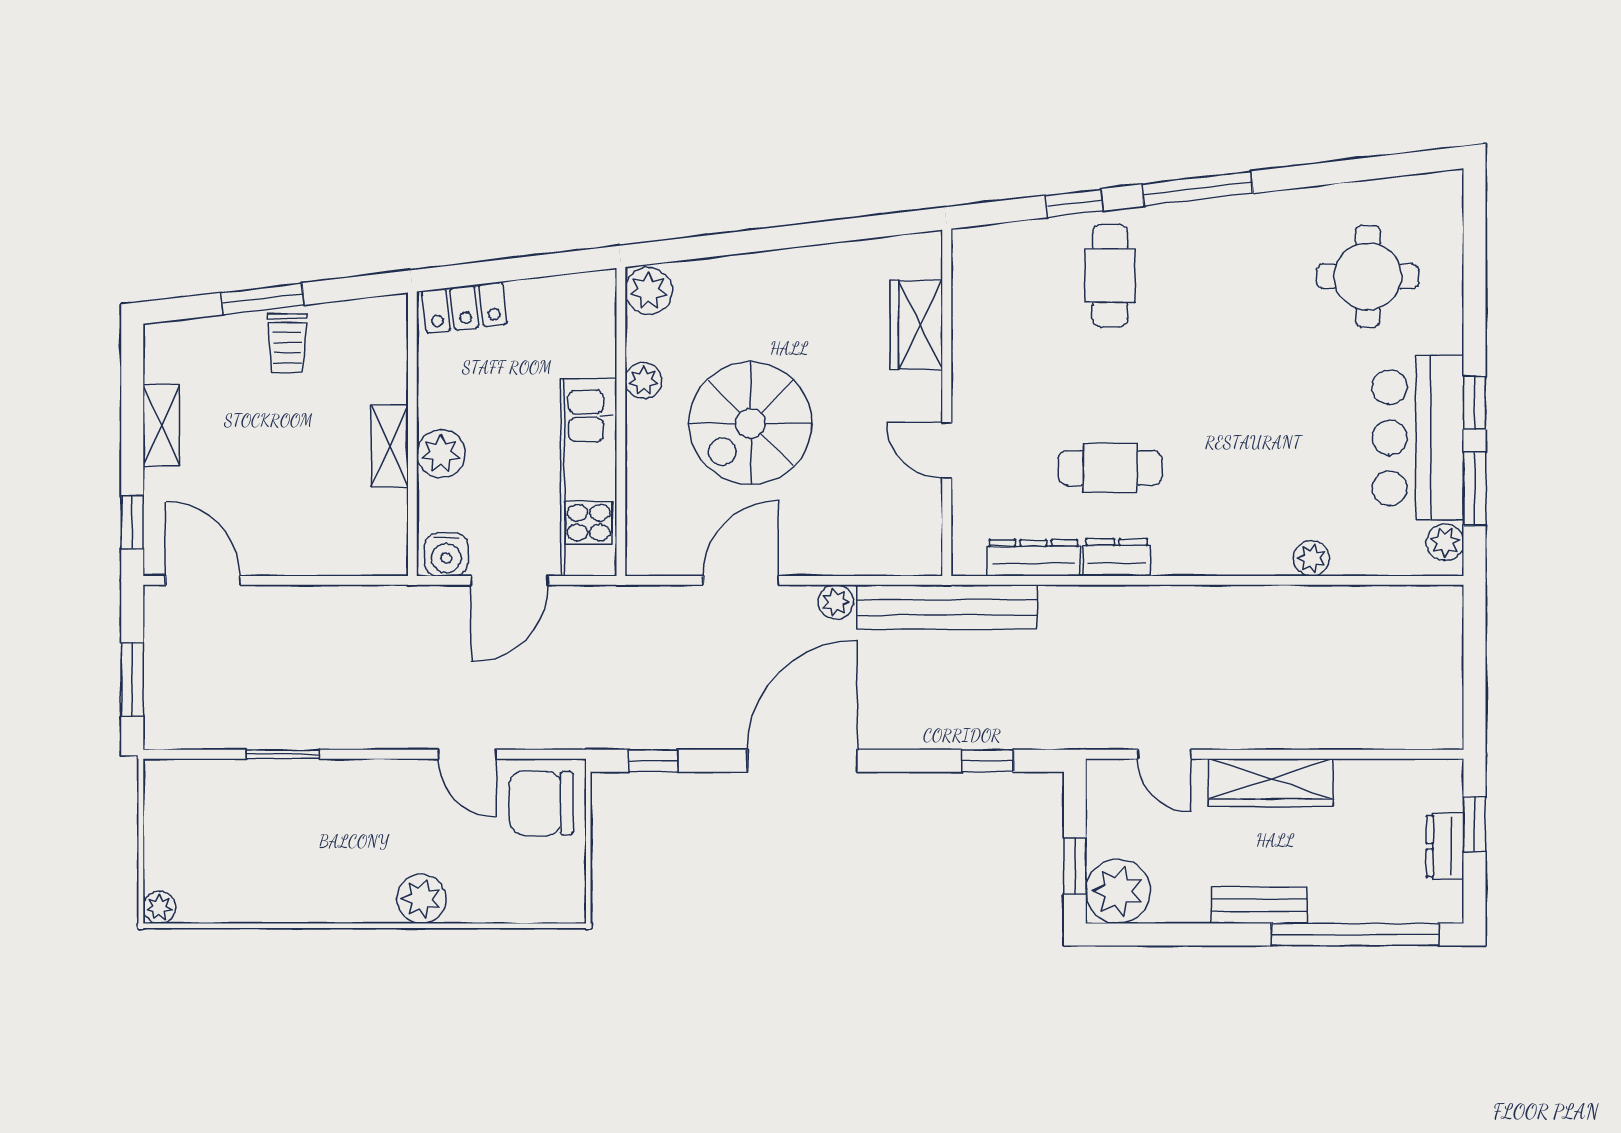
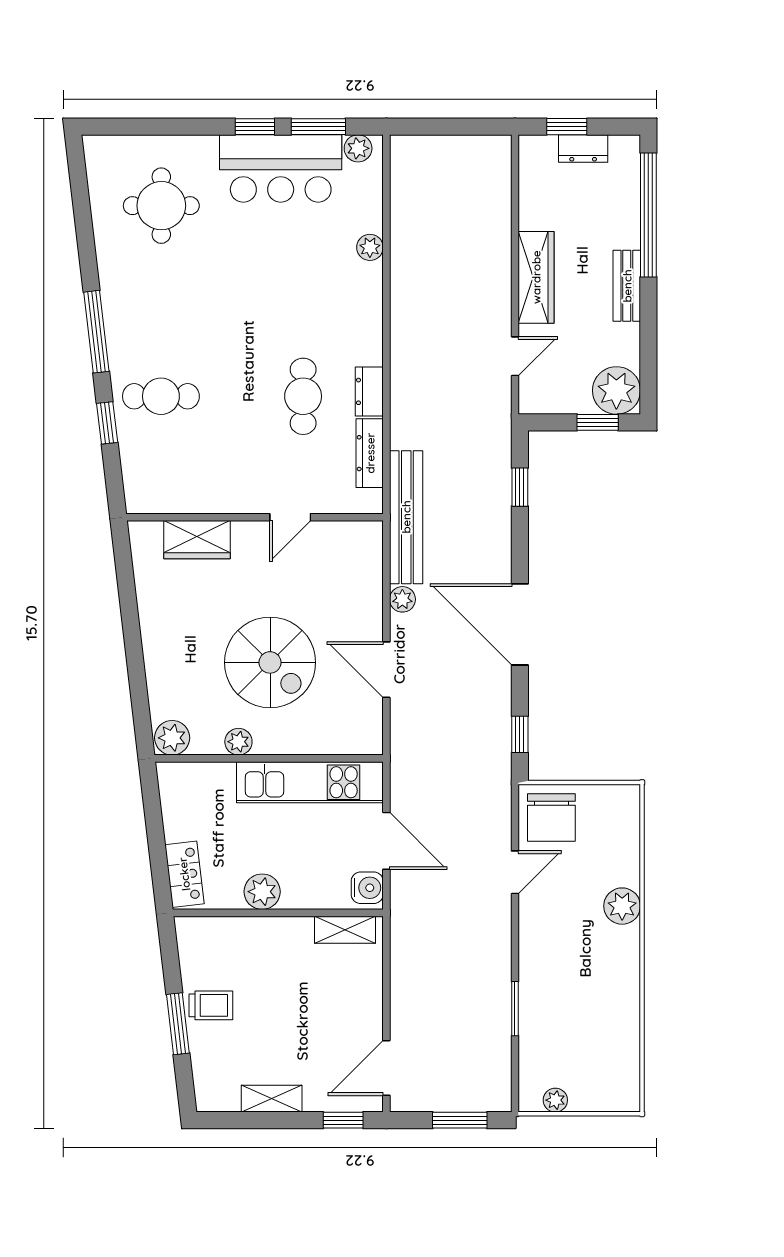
shelving: (390, 446) -> (345, 930), moved
plant: (441, 454) -> (262, 892), moved
plant: (159, 907) -> (555, 1100), moved

